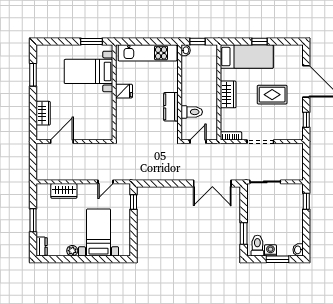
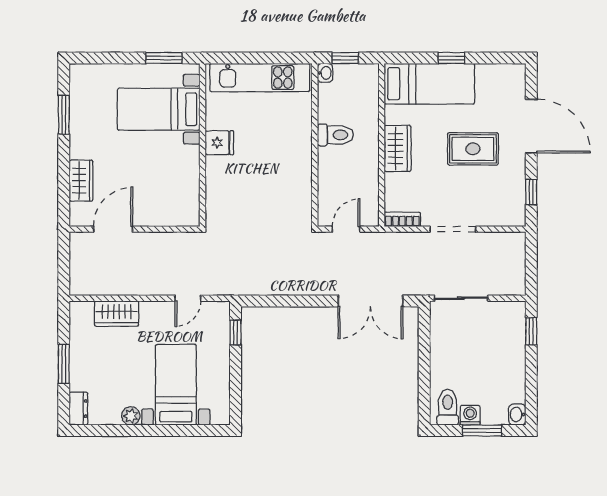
kitchen counter: (171, 107) -> (300, 170), removed
toilet: (192, 112) -> (335, 135), moved
window: (244, 234) -> (424, 387), removed

